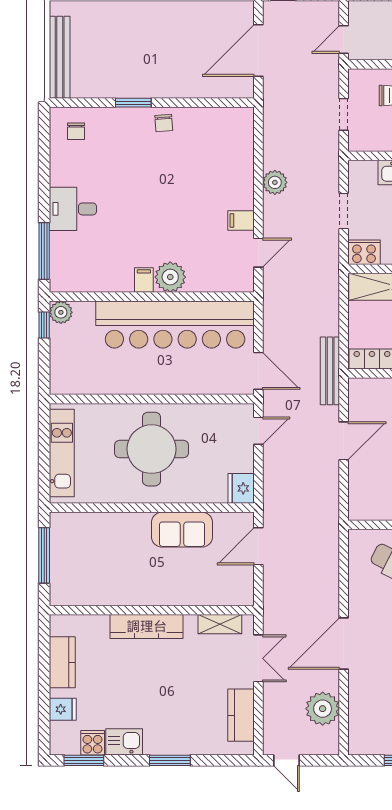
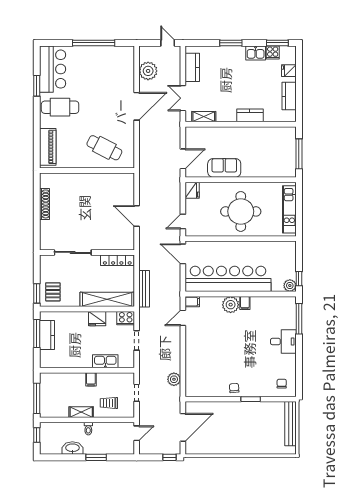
plant: (275, 182) -> (174, 379), moved
filing cabinet: (241, 220) -> (192, 302), moved
bench: (330, 371) -> (144, 289), moved
door: (344, 441) -> (137, 216), hinge flipped
kitchen counter: (147, 626) -> (250, 115), width x0.67

